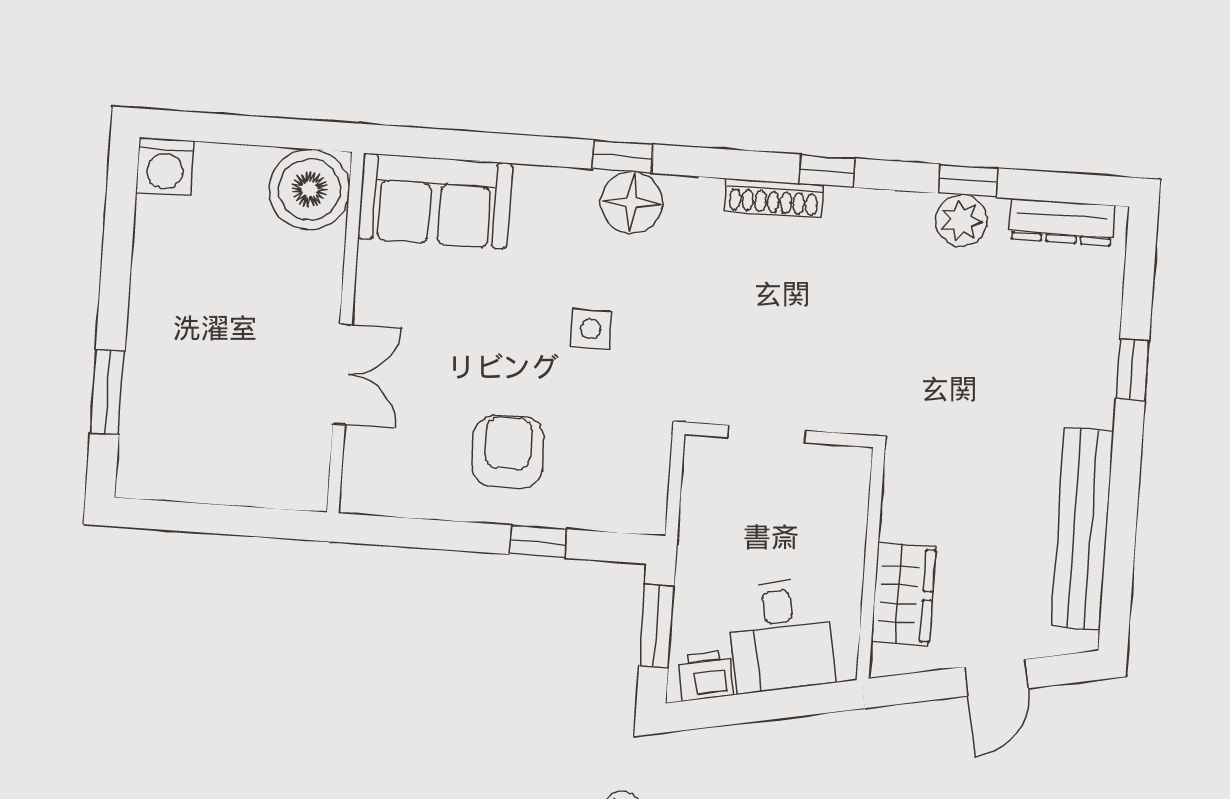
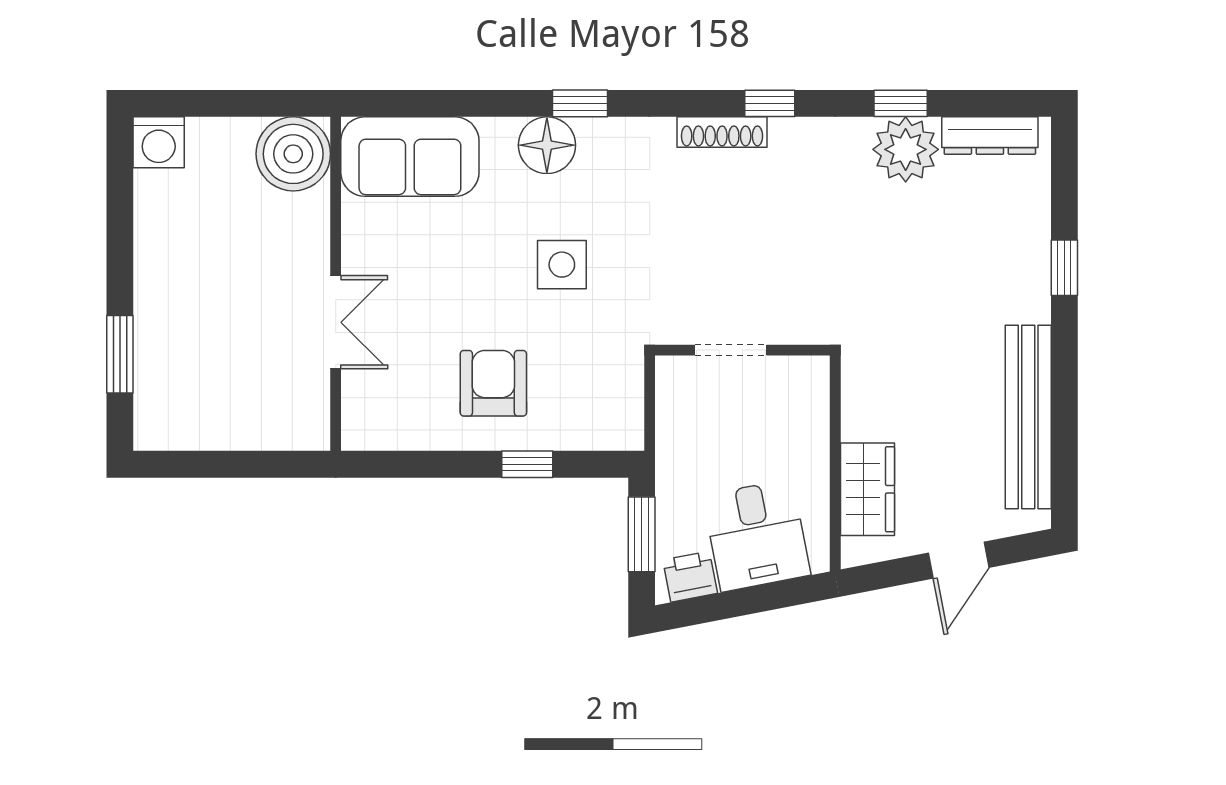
floor lamp: (631, 202) -> (547, 145), moved
plant: (961, 221) -> (906, 149), width x1.36, depth x1.36
side table: (591, 329) -> (562, 265), width x1.37, depth x1.37

